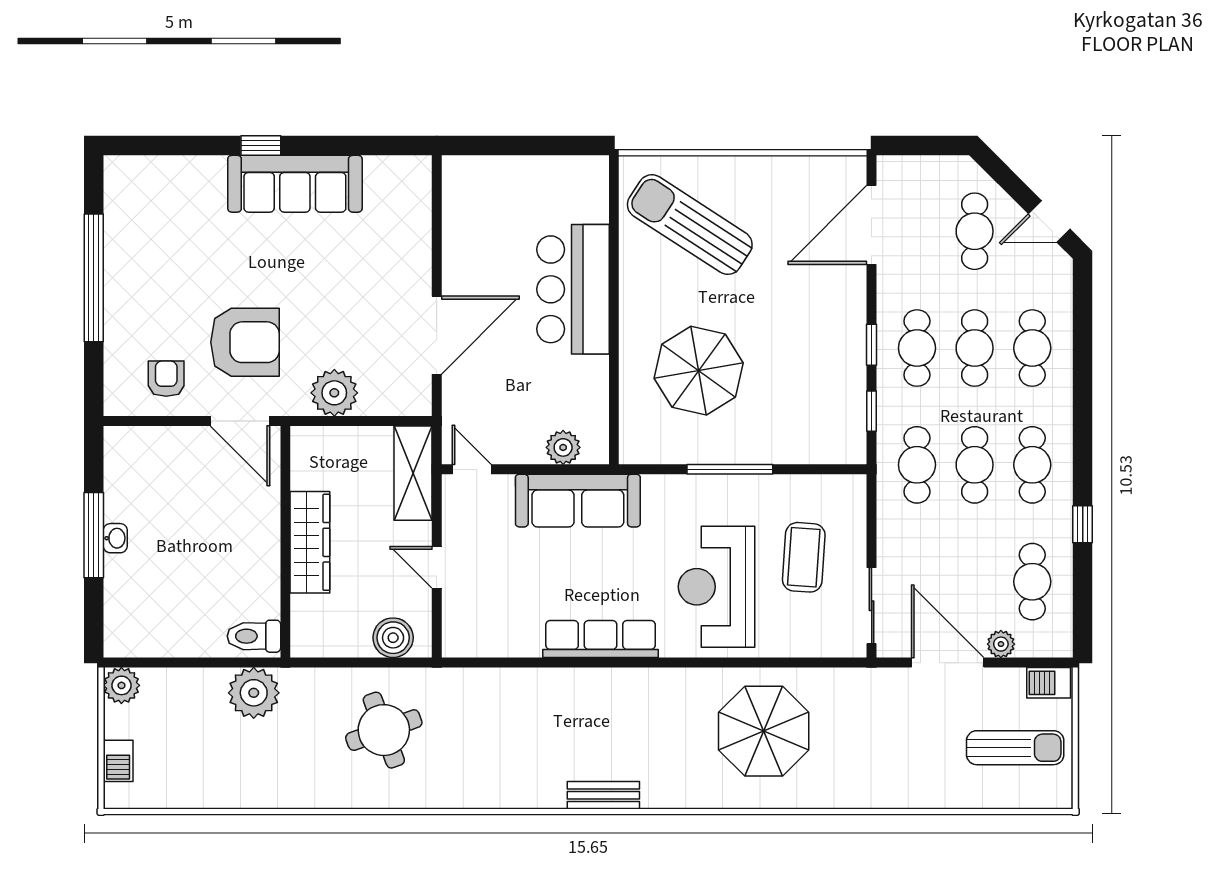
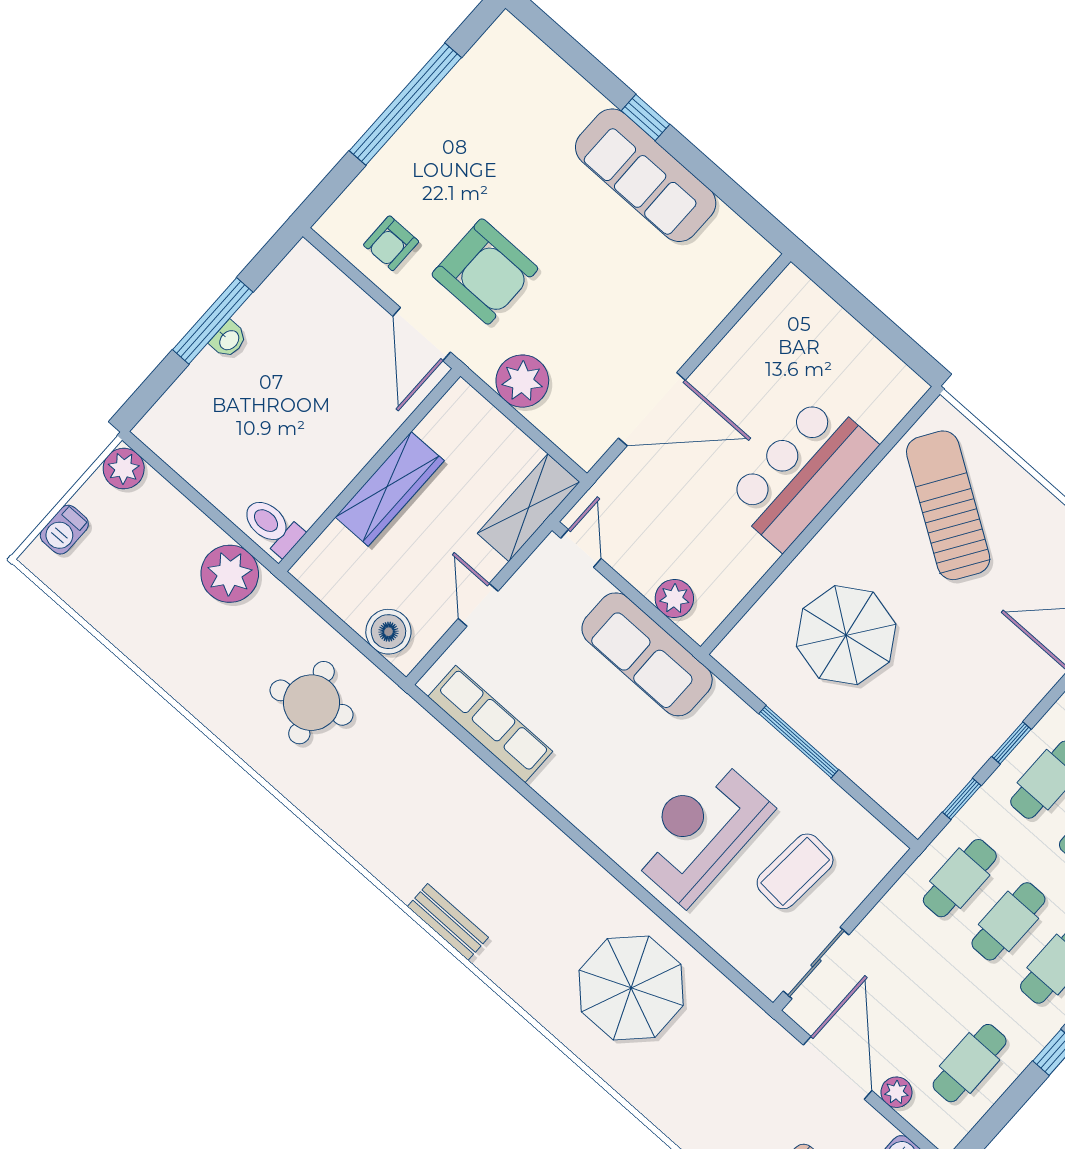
armchair: (166, 379) -> (391, 243), turned 180
row of seats: (601, 639) -> (490, 724), moved

